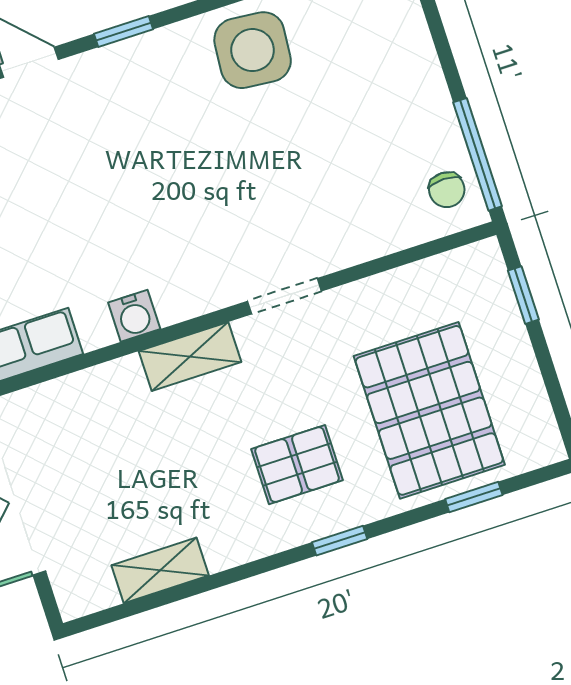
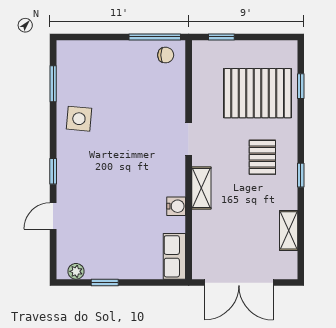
side table: (253, 50) -> (79, 119), width x0.73, depth x0.73
window: (340, 541) -> (301, 175), moved

